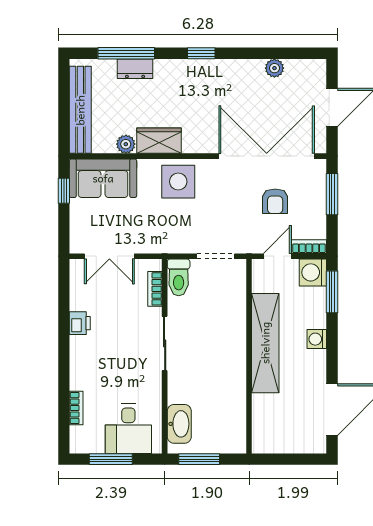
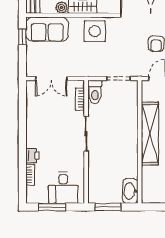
printer: (80, 323) -> (32, 156), moved
washbasin: (179, 424) -> (130, 191), moved, turned 180

